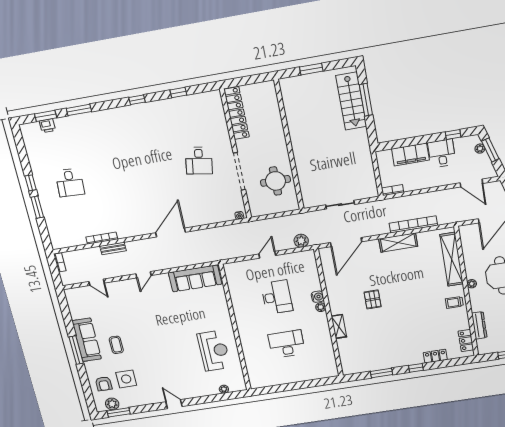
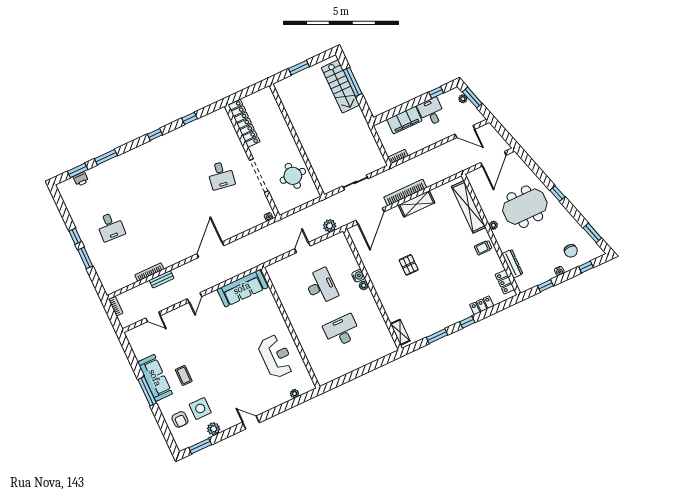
bookcase: (413, 224) -> (405, 192), moved
shelving: (339, 326) -> (400, 332), moved
plant: (112, 404) -> (214, 429), moved

